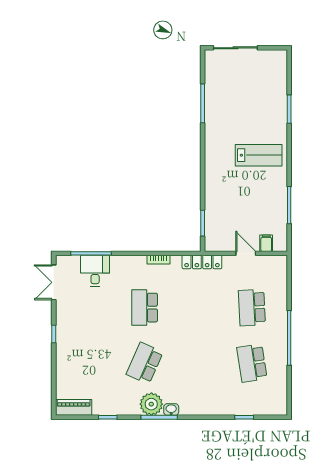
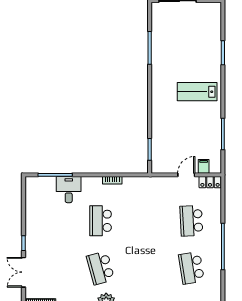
lab bench: (259, 155) -> (197, 92), turned 180
door: (246, 253) -> (186, 175), hinge flipped
locker: (202, 262) -> (210, 182), moved, width x0.66
desk: (95, 271) -> (69, 190), moved
double door: (54, 282) -> (24, 272), moved
school desk: (145, 363) -> (100, 268), turned -39

